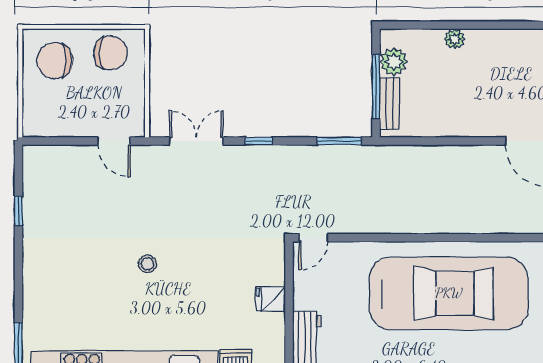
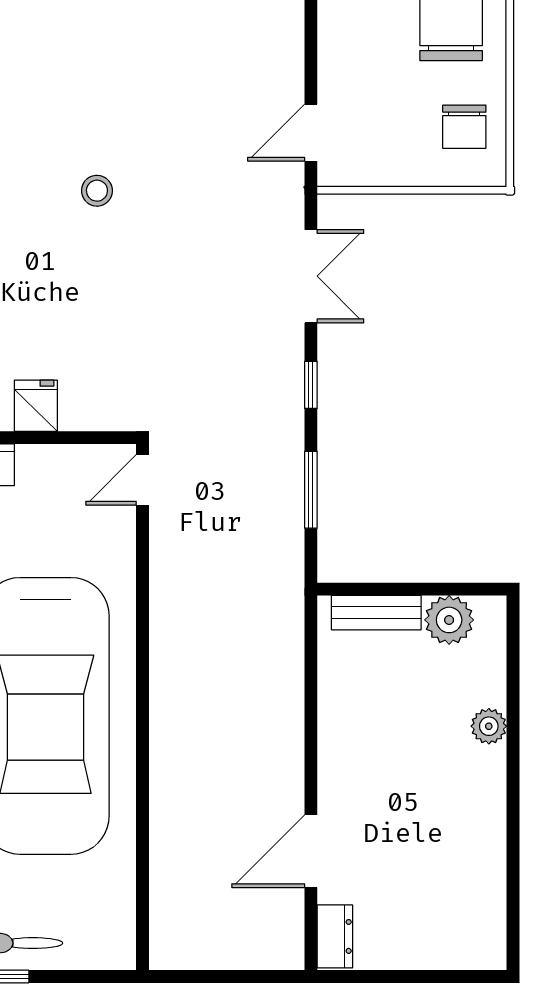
chair: (111, 53) -> (464, 127), width x0.73, depth x0.73
window: (376, 87) -> (406, 589), removed
window: (339, 141) -> (311, 490), moved
door: (313, 238) -> (142, 480), hinge flipped

